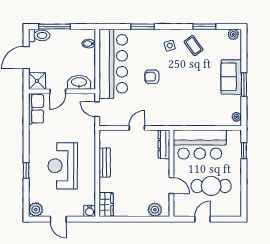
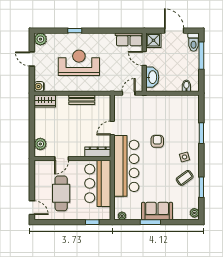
bar counter: (113, 64) -> (126, 166), moved, turned -90
door: (137, 128) -> (112, 128), swing flipped
door: (58, 219) -> (32, 59), hinge flipped
door: (203, 219) -> (32, 208), moved

